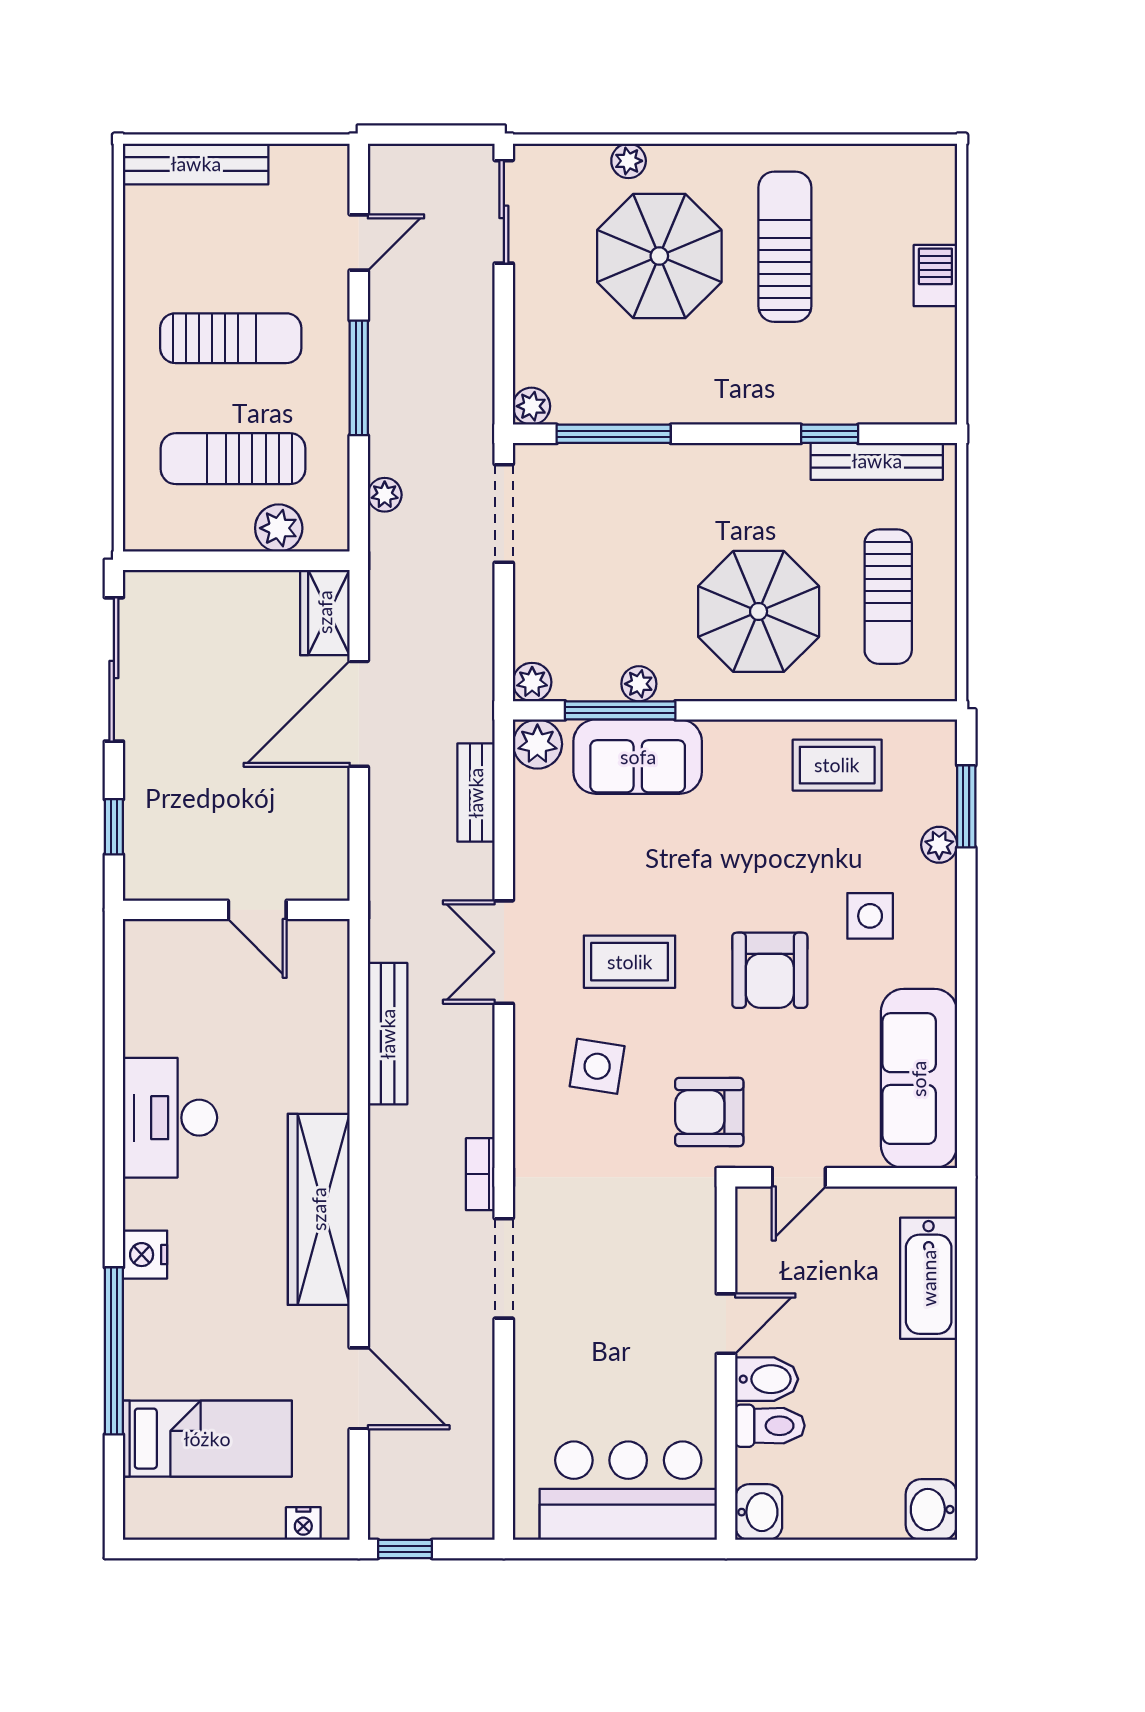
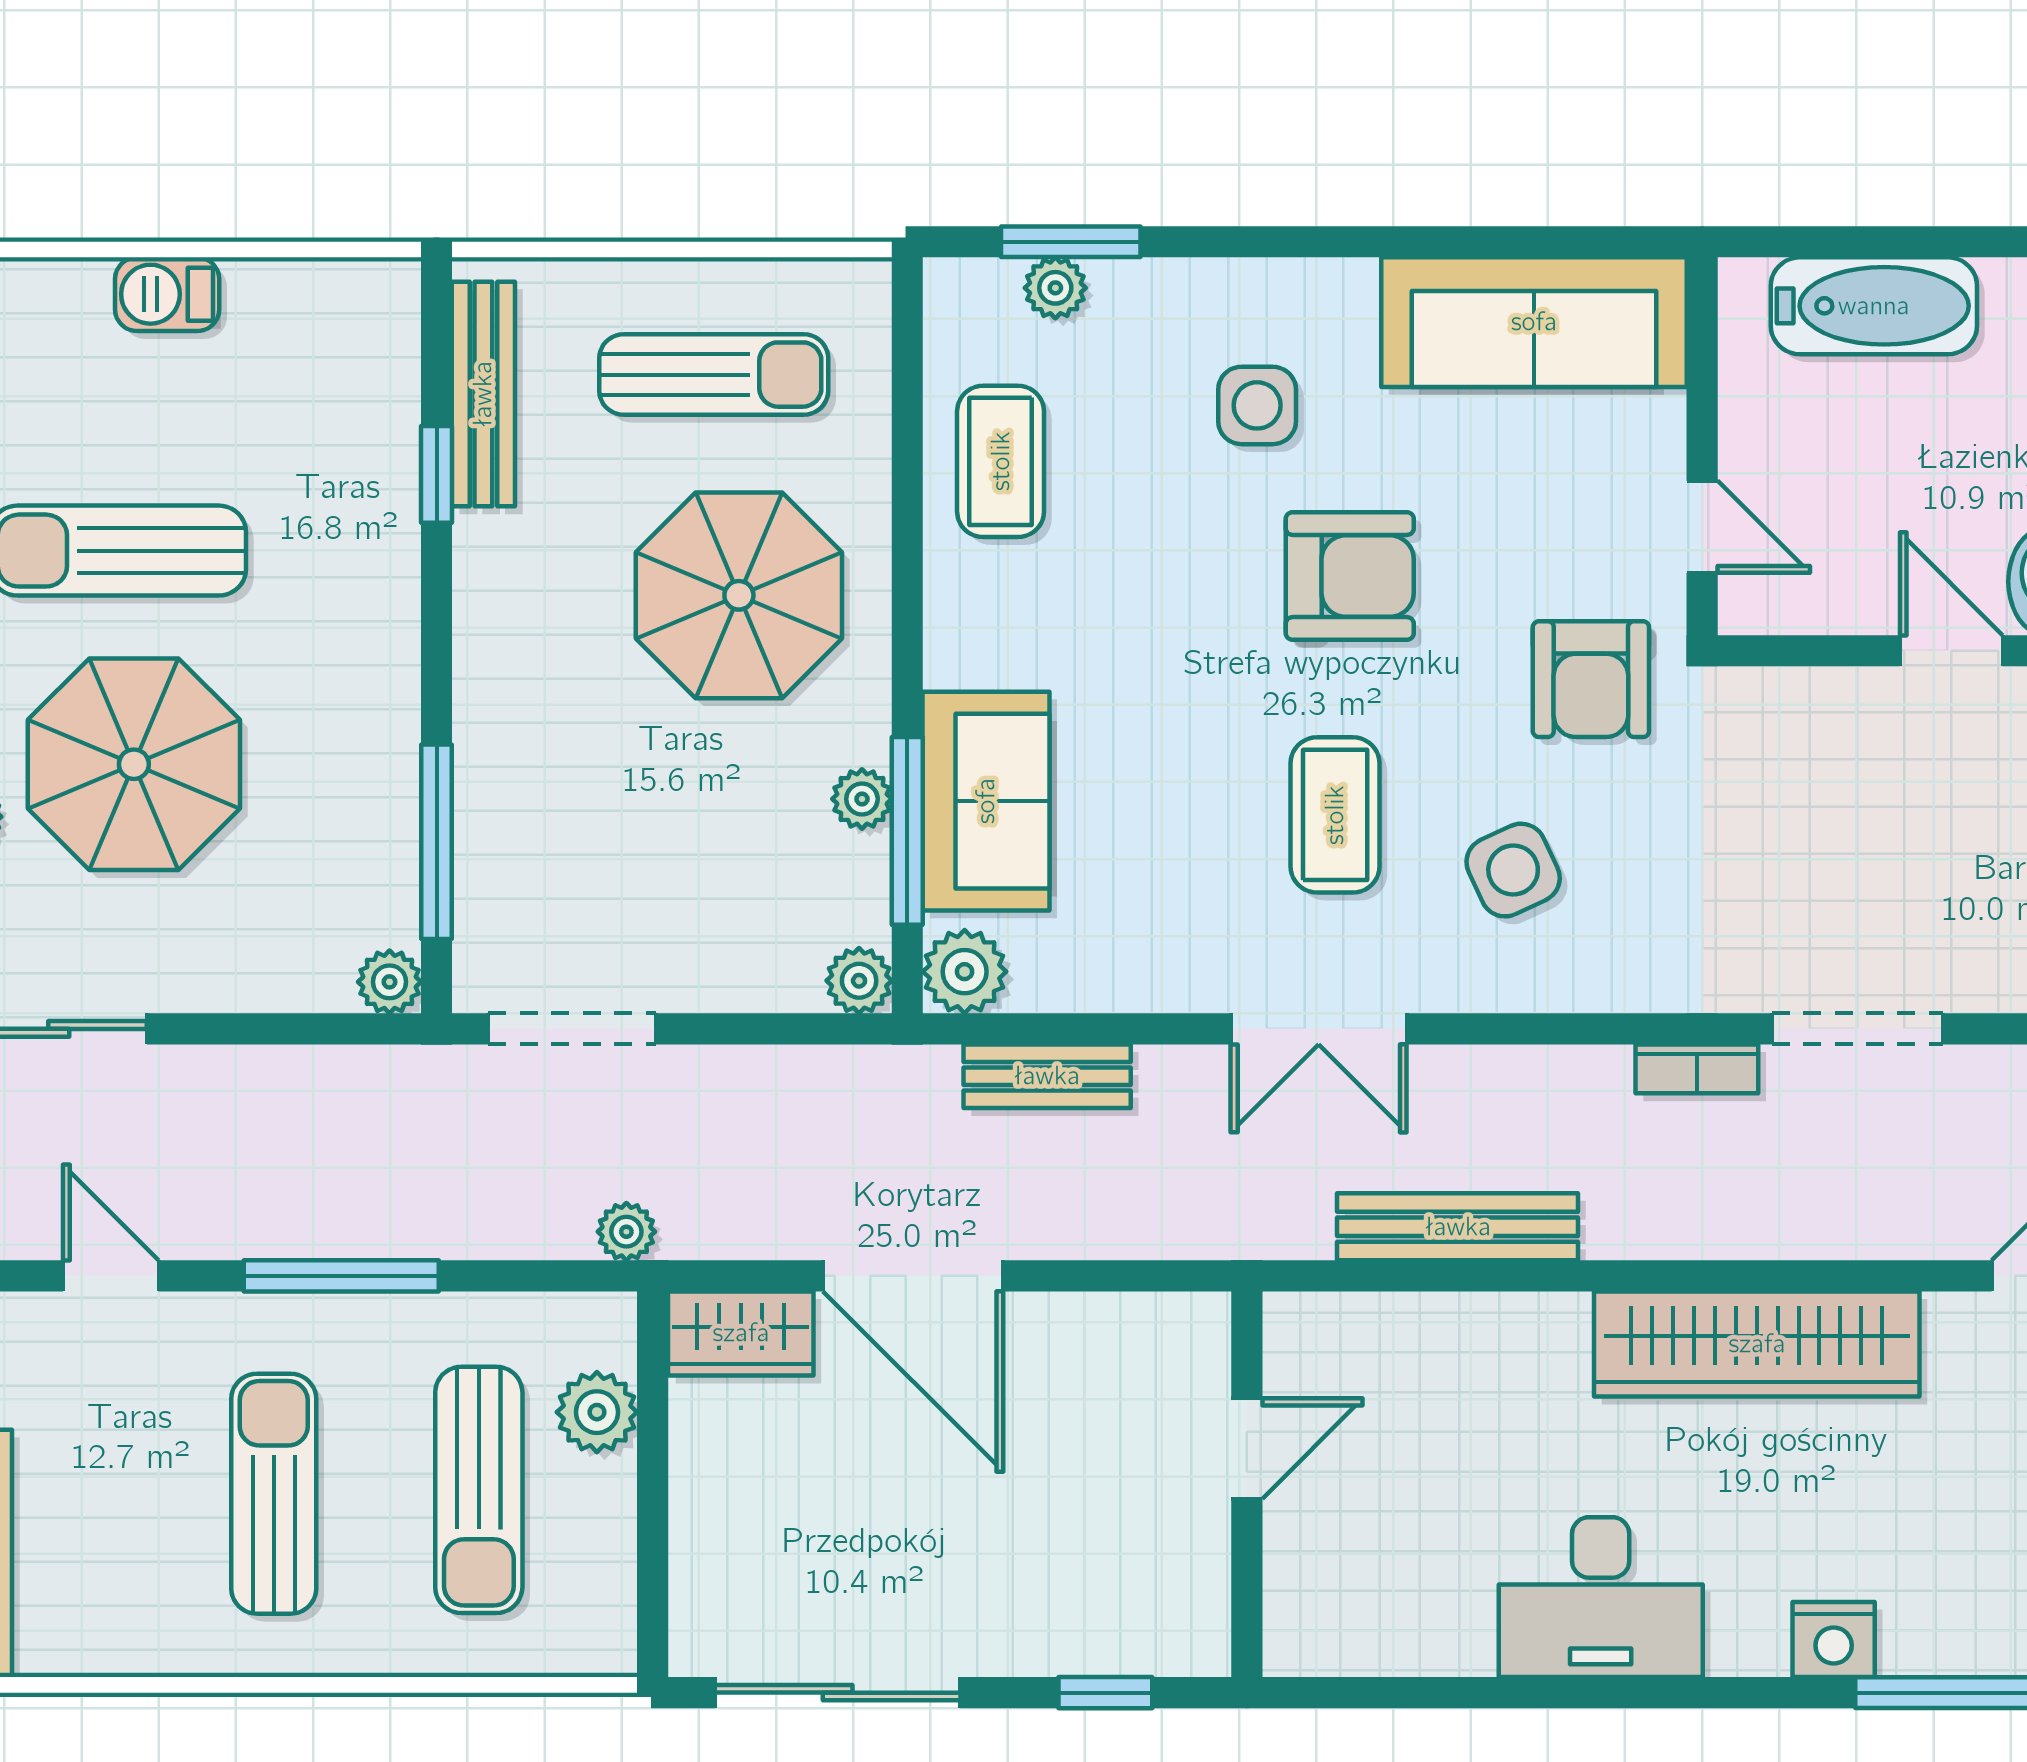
plant: (385, 495) -> (626, 1232), moved
plant: (939, 845) -> (1055, 288), moved
side table: (597, 1066) -> (1513, 870), turned -34

